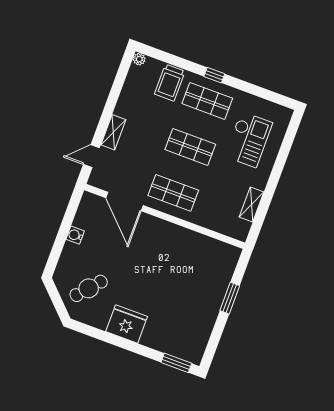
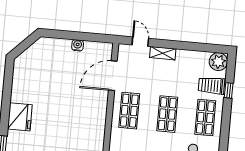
plant: (139, 59) -> (218, 62), width x1.87, depth x1.87
window: (214, 75) -> (229, 90), moved
cafe table: (89, 288) -> (40, 66), removed
fridge: (127, 324) -> (20, 117), moved

